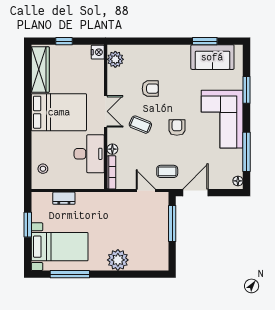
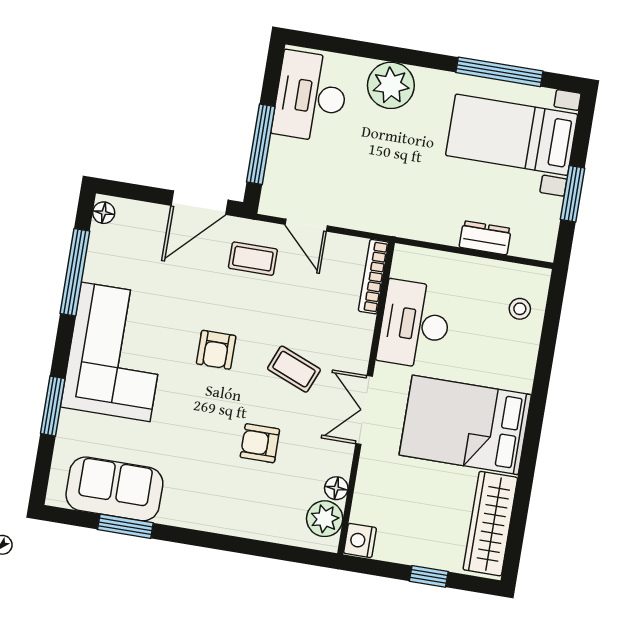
floor lamp: (112, 149) -> (336, 488), moved
desk: (153, 249) -> (311, 97), added

